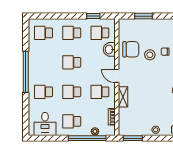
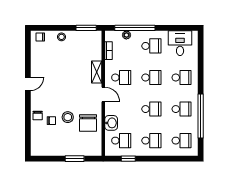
chair: (131, 49) -> (88, 123), turned -90
school desk: (44, 62) -> (182, 109), added
window: (26, 72) -> (201, 116), moved

